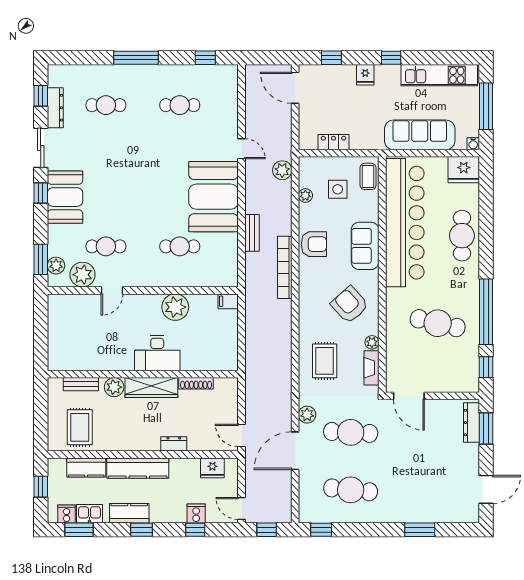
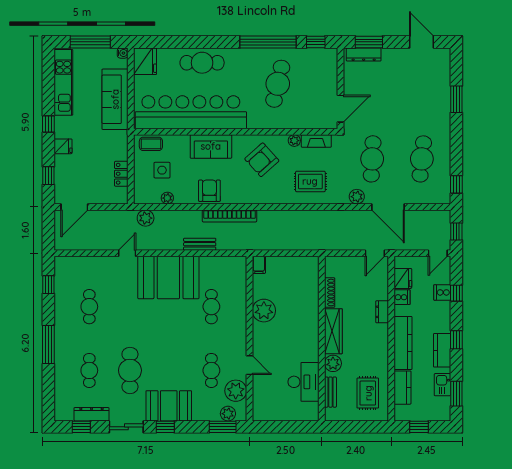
cafe table: (106, 152) -> (130, 370), added
desk: (157, 353) -> (303, 382), moved
rug: (80, 427) -> (368, 393), turned 90
cooker: (67, 514) -> (402, 297), moved, turned 180

